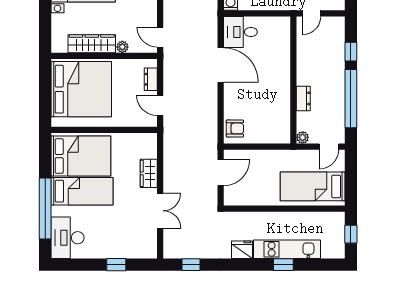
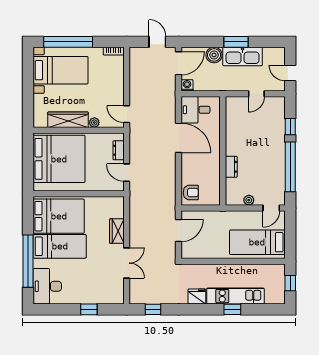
wall: (293, 80) -> (223, 151), moved
dresser: (303, 98) -> (231, 167), moved

